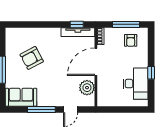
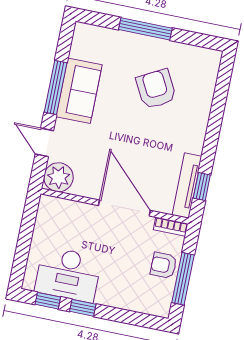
armchair: (131, 40) -> (164, 265), moved
plant: (87, 88) -> (58, 177), moved
window: (151, 91) -> (48, 301), added
sofa: (21, 97) -> (79, 91), moved

